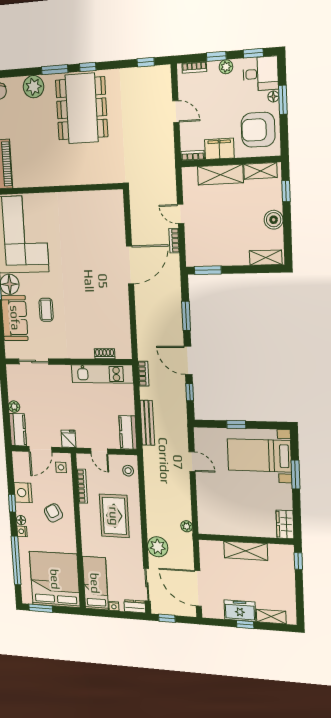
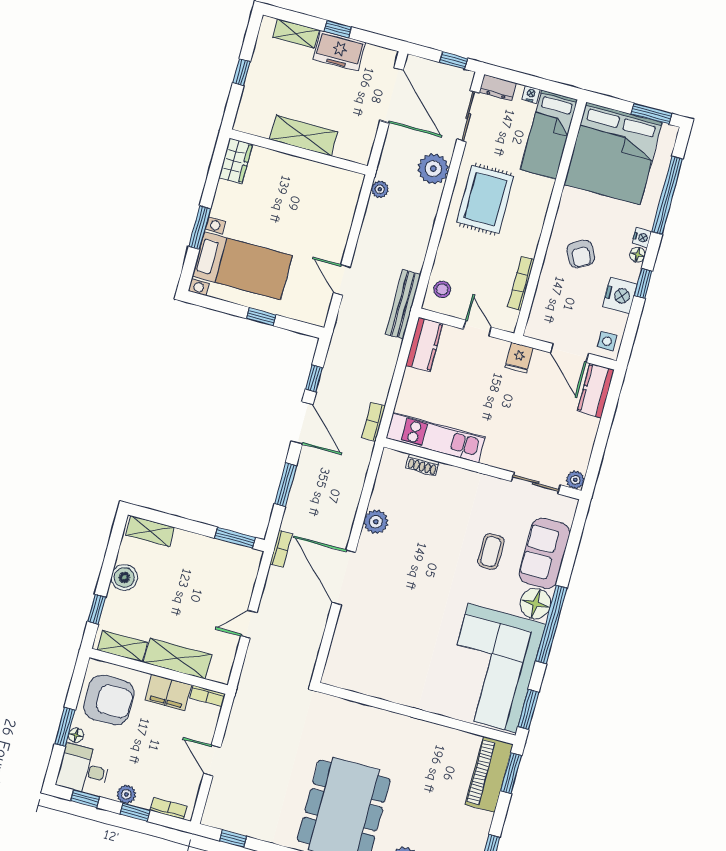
door: (181, 214) -> (249, 624), swing flipped
bookcase: (174, 241) -> (281, 549), moved
door: (130, 265) -> (344, 577), hinge flipped
plant: (122, 308) -> (376, 522), added
plant: (14, 407) -> (575, 480), moved
bench: (147, 423) -> (403, 304), moved
door: (40, 449) -> (569, 353), swing flipped
side table: (61, 467) -> (607, 341), moved
rug: (114, 516) -> (485, 199), moved
window: (298, 561) -> (242, 72), moved

